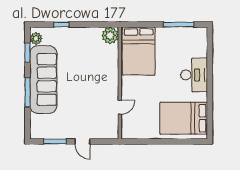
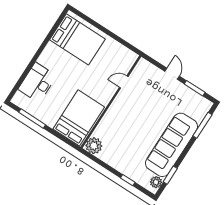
desk: (194, 75) -> (37, 83), moved
window: (28, 92) -> (202, 125), moved

